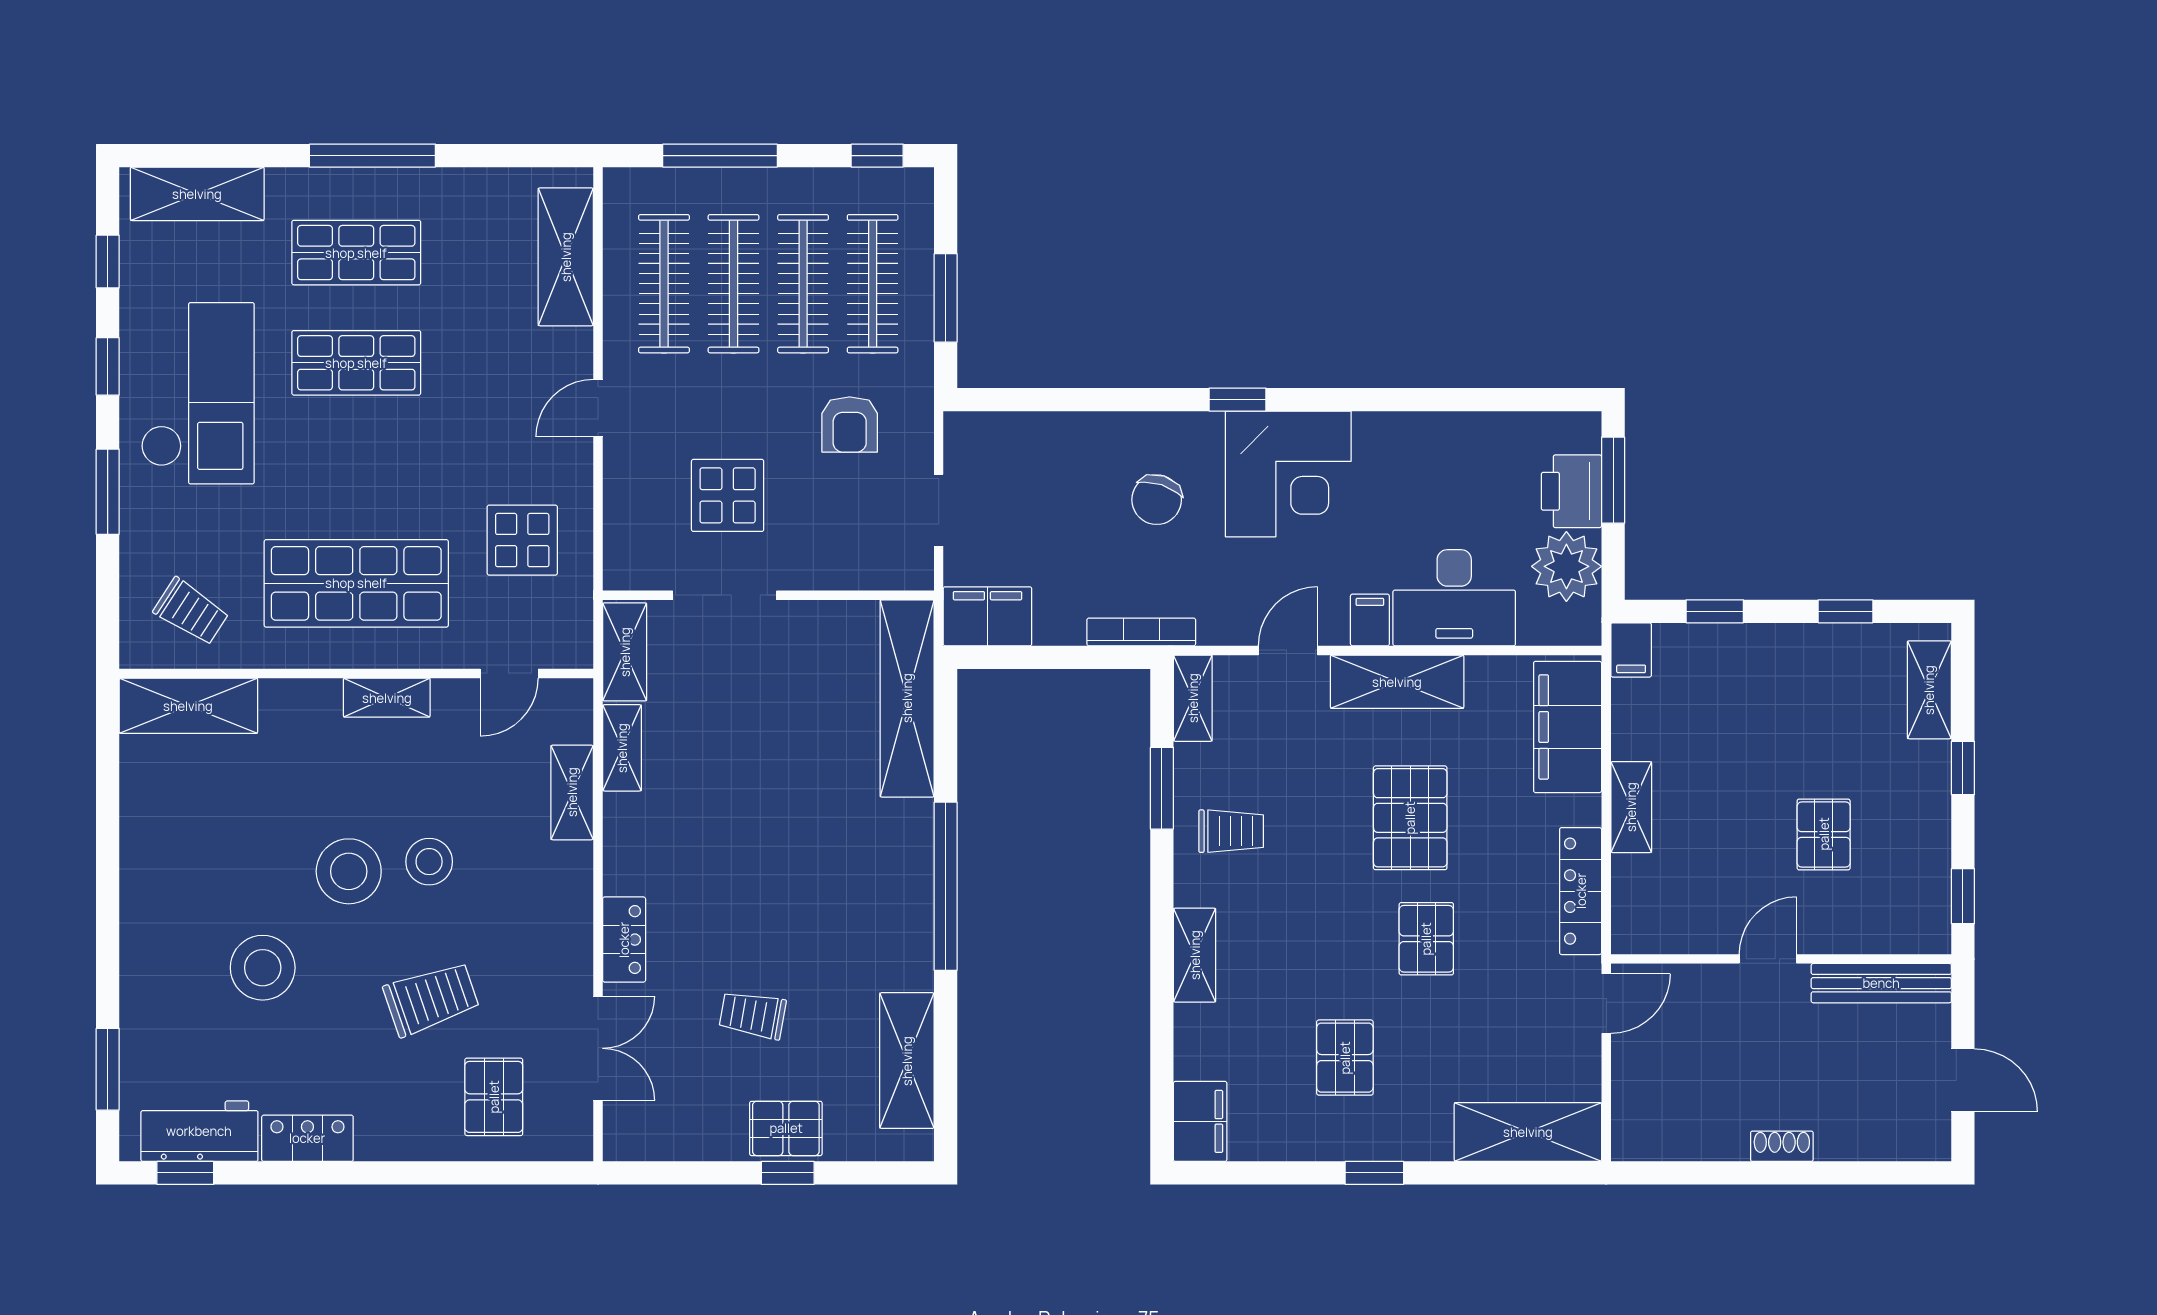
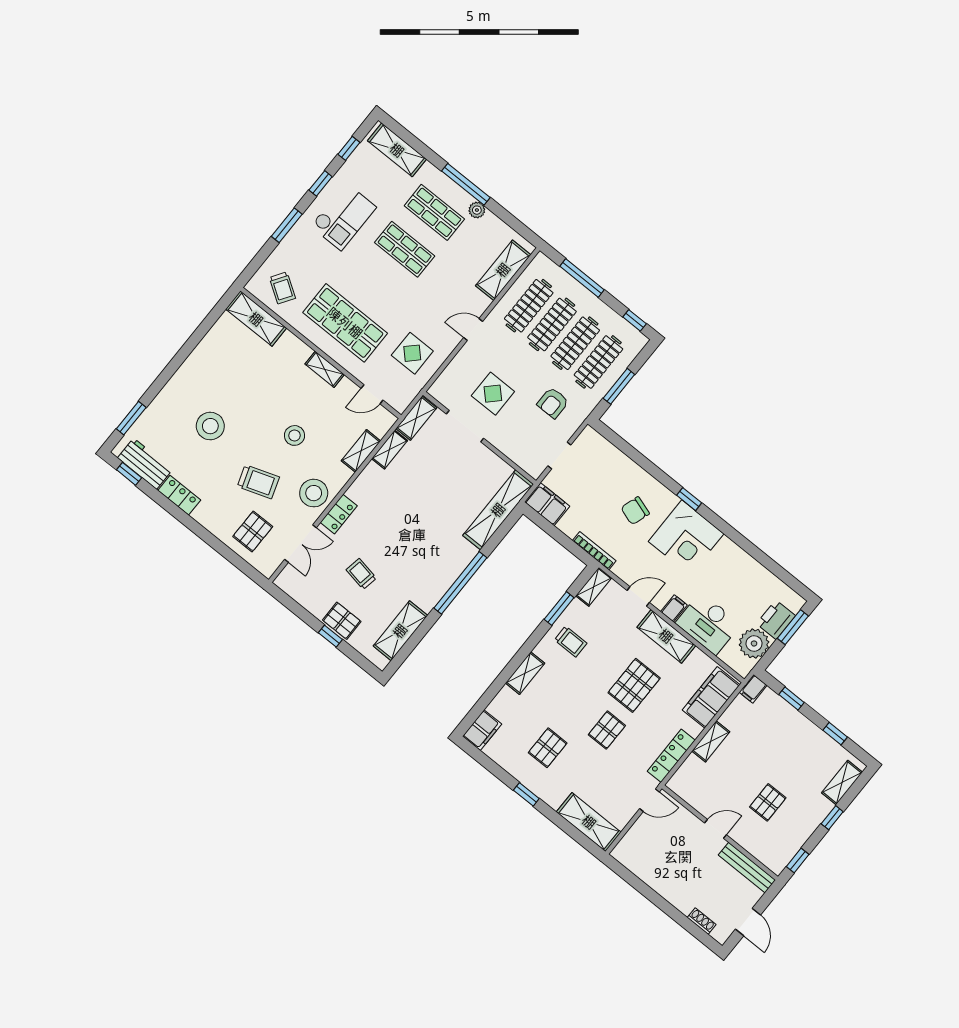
plant: (430, 186) -> (477, 210), added
checkout: (198, 393) -> (343, 217), width x0.73, depth x0.83
stool: (349, 871) -> (314, 493), moved
shoe rack: (1782, 1146) -> (702, 921), moved

